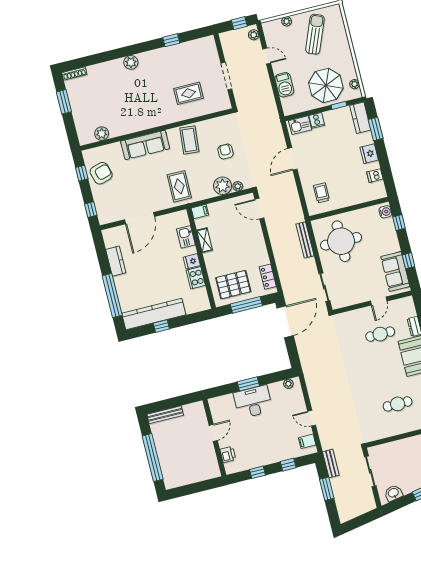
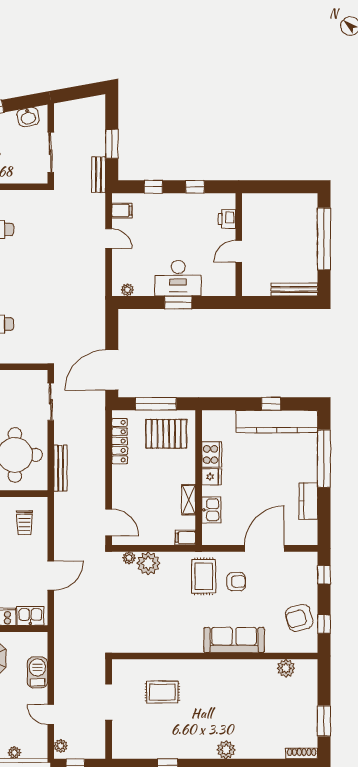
coffee table: (189, 140) -> (176, 632), removed
armchair: (226, 151) -> (236, 582), moved, turned -90
locker: (268, 277) -> (120, 441), width x1.53

